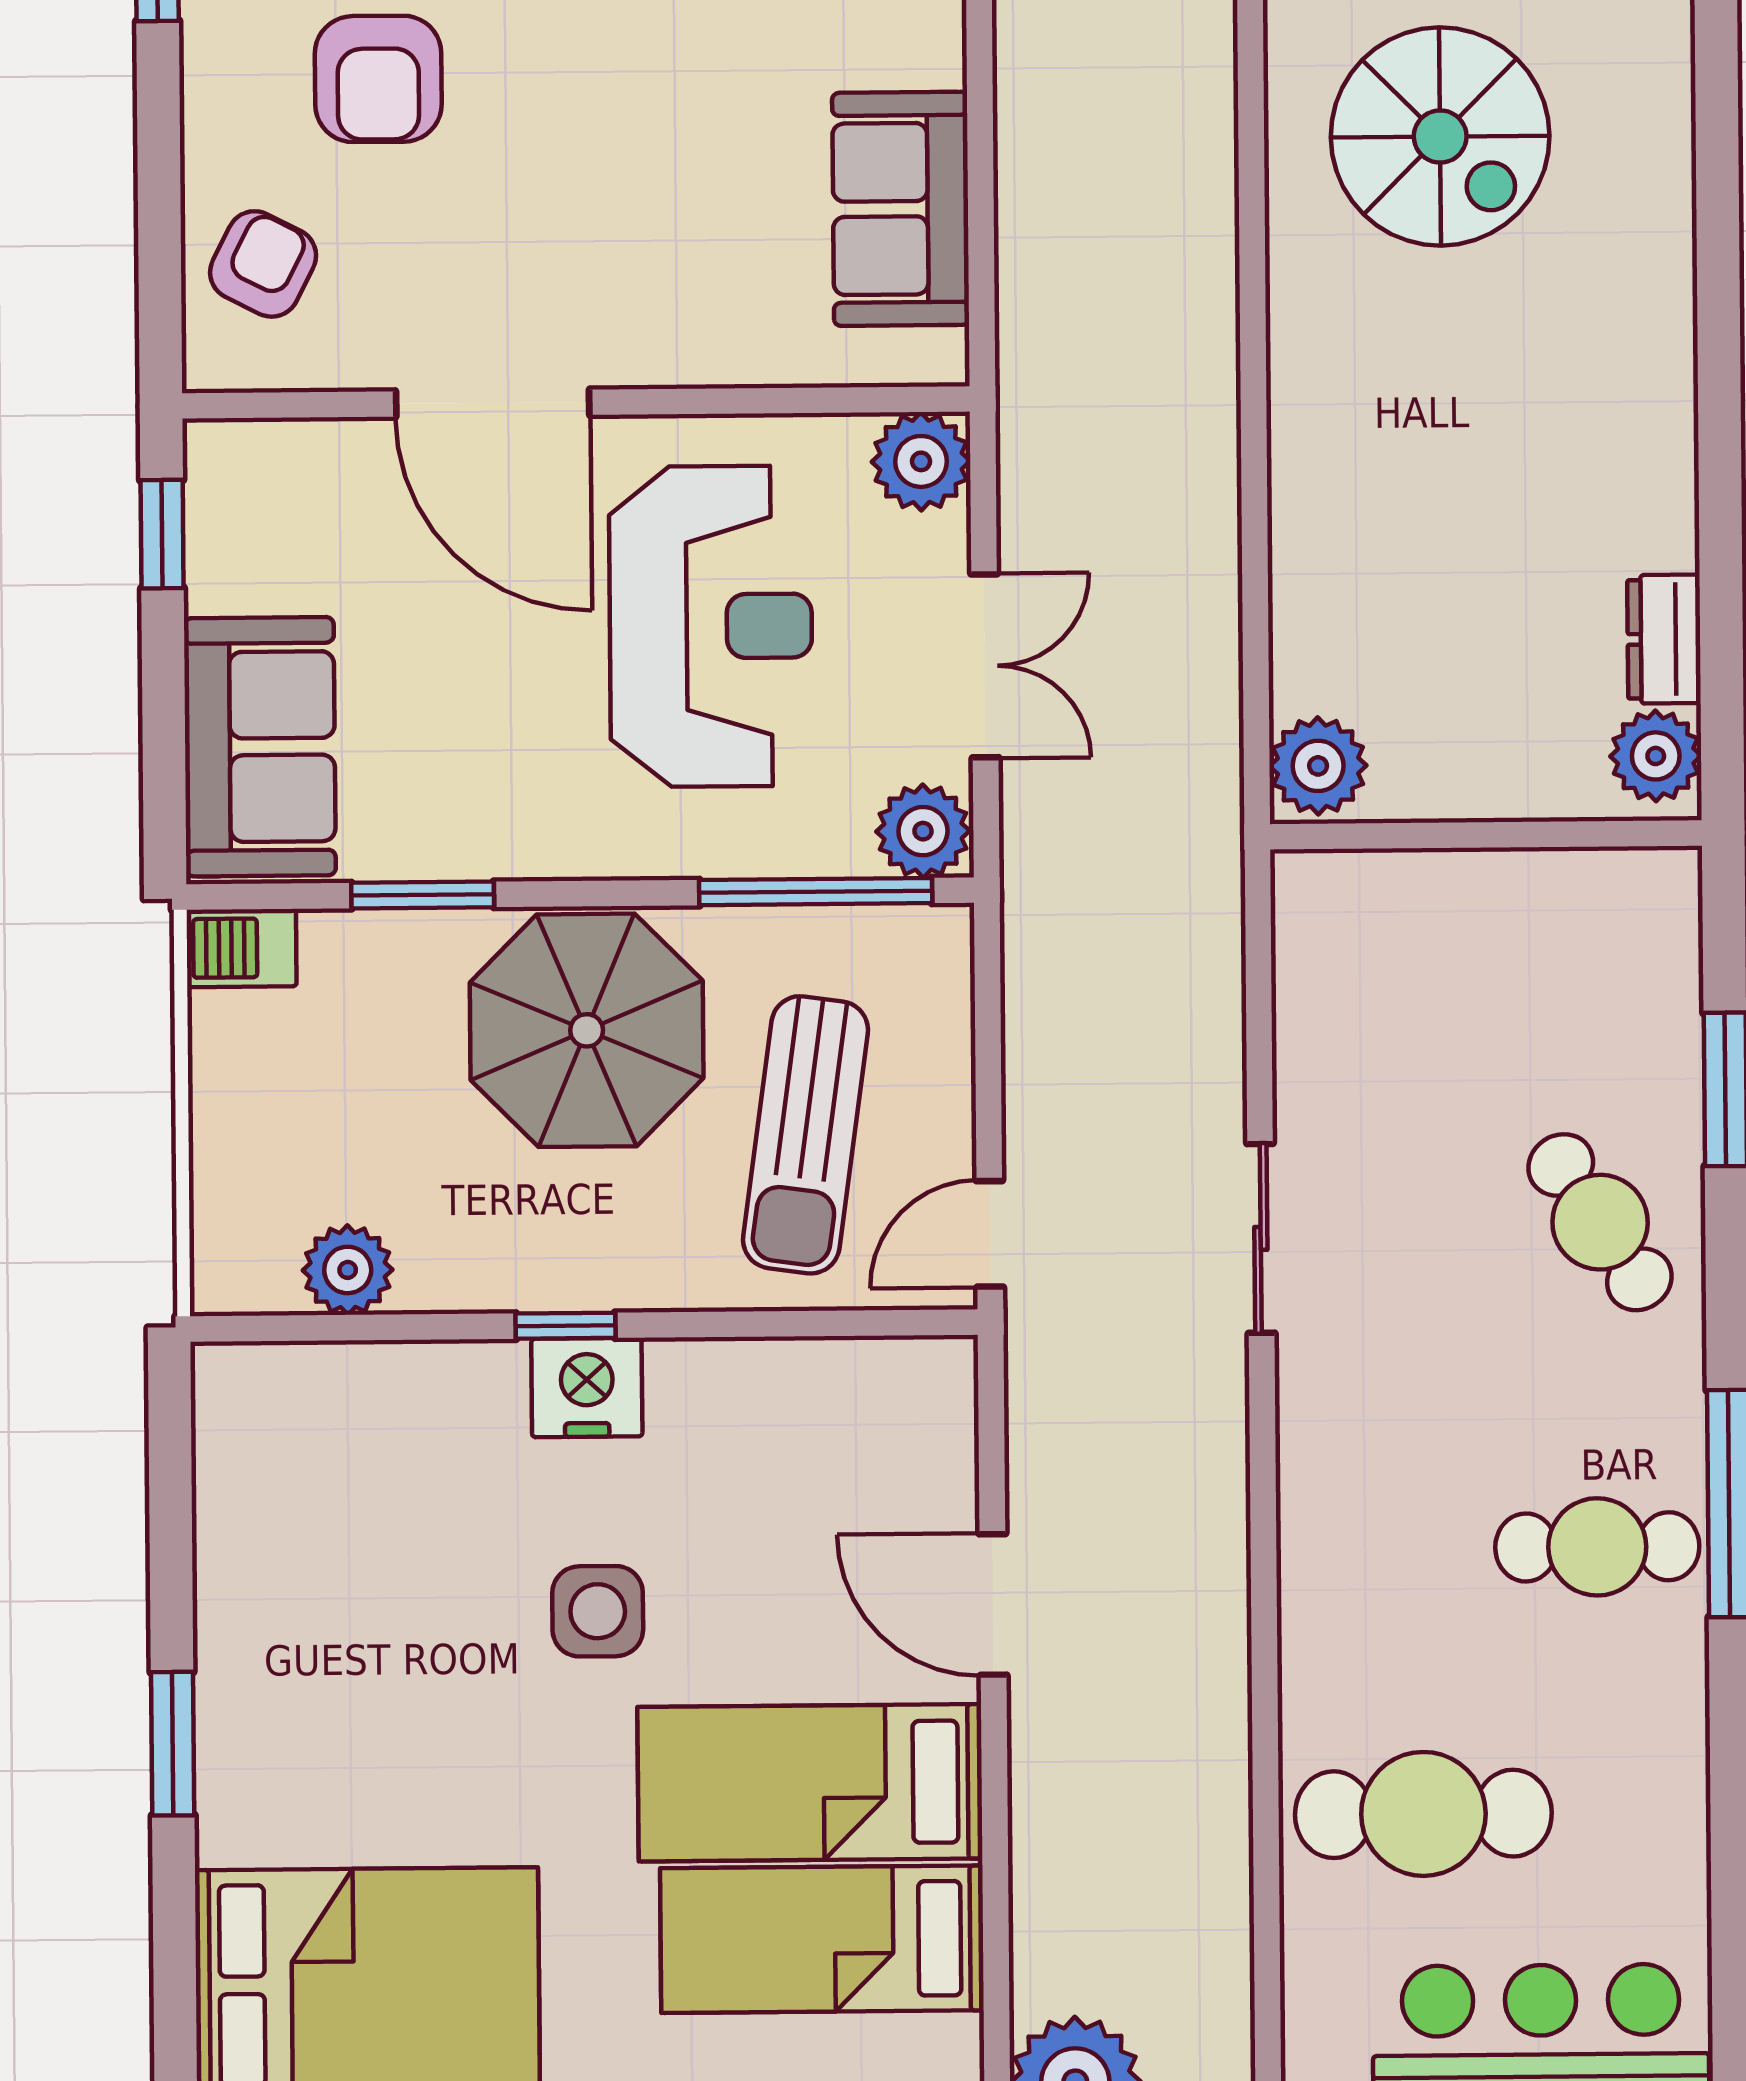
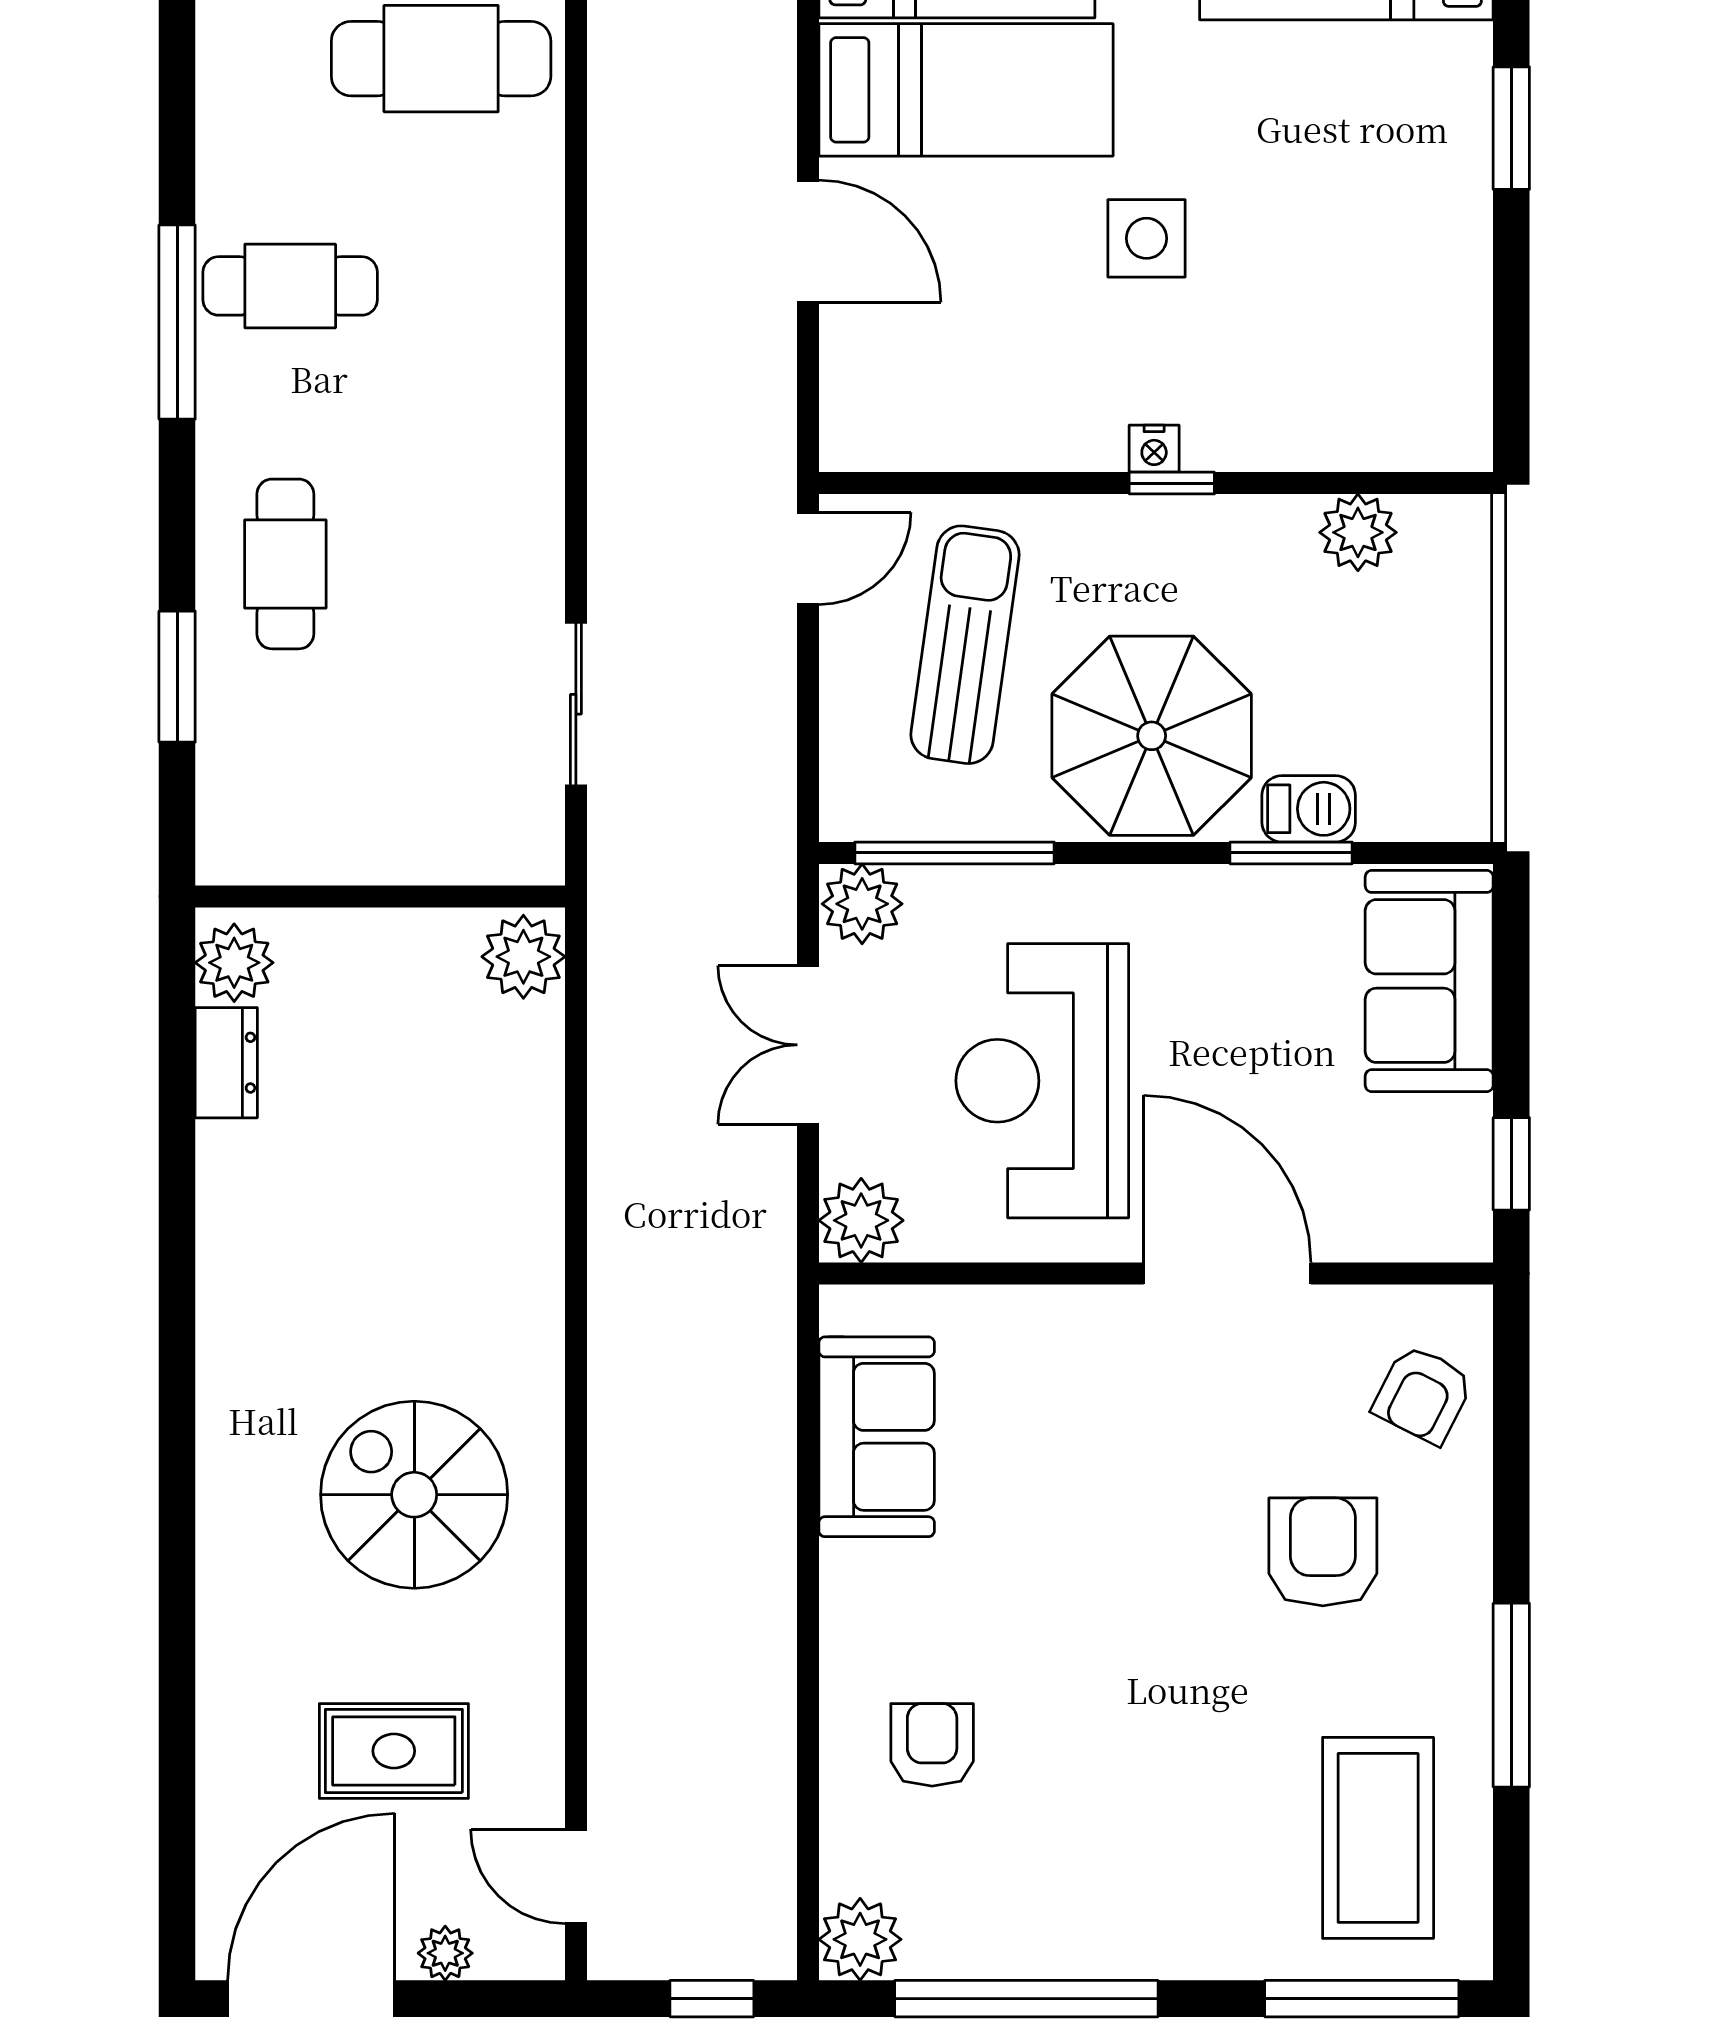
barbecue: (242, 948) -> (1309, 809), moved
cafe table: (1600, 1222) -> (285, 564), turned 34
sliding door: (1261, 1238) -> (576, 704), moved
nightstand: (587, 1388) -> (1154, 449), width x0.53, depth x0.56

